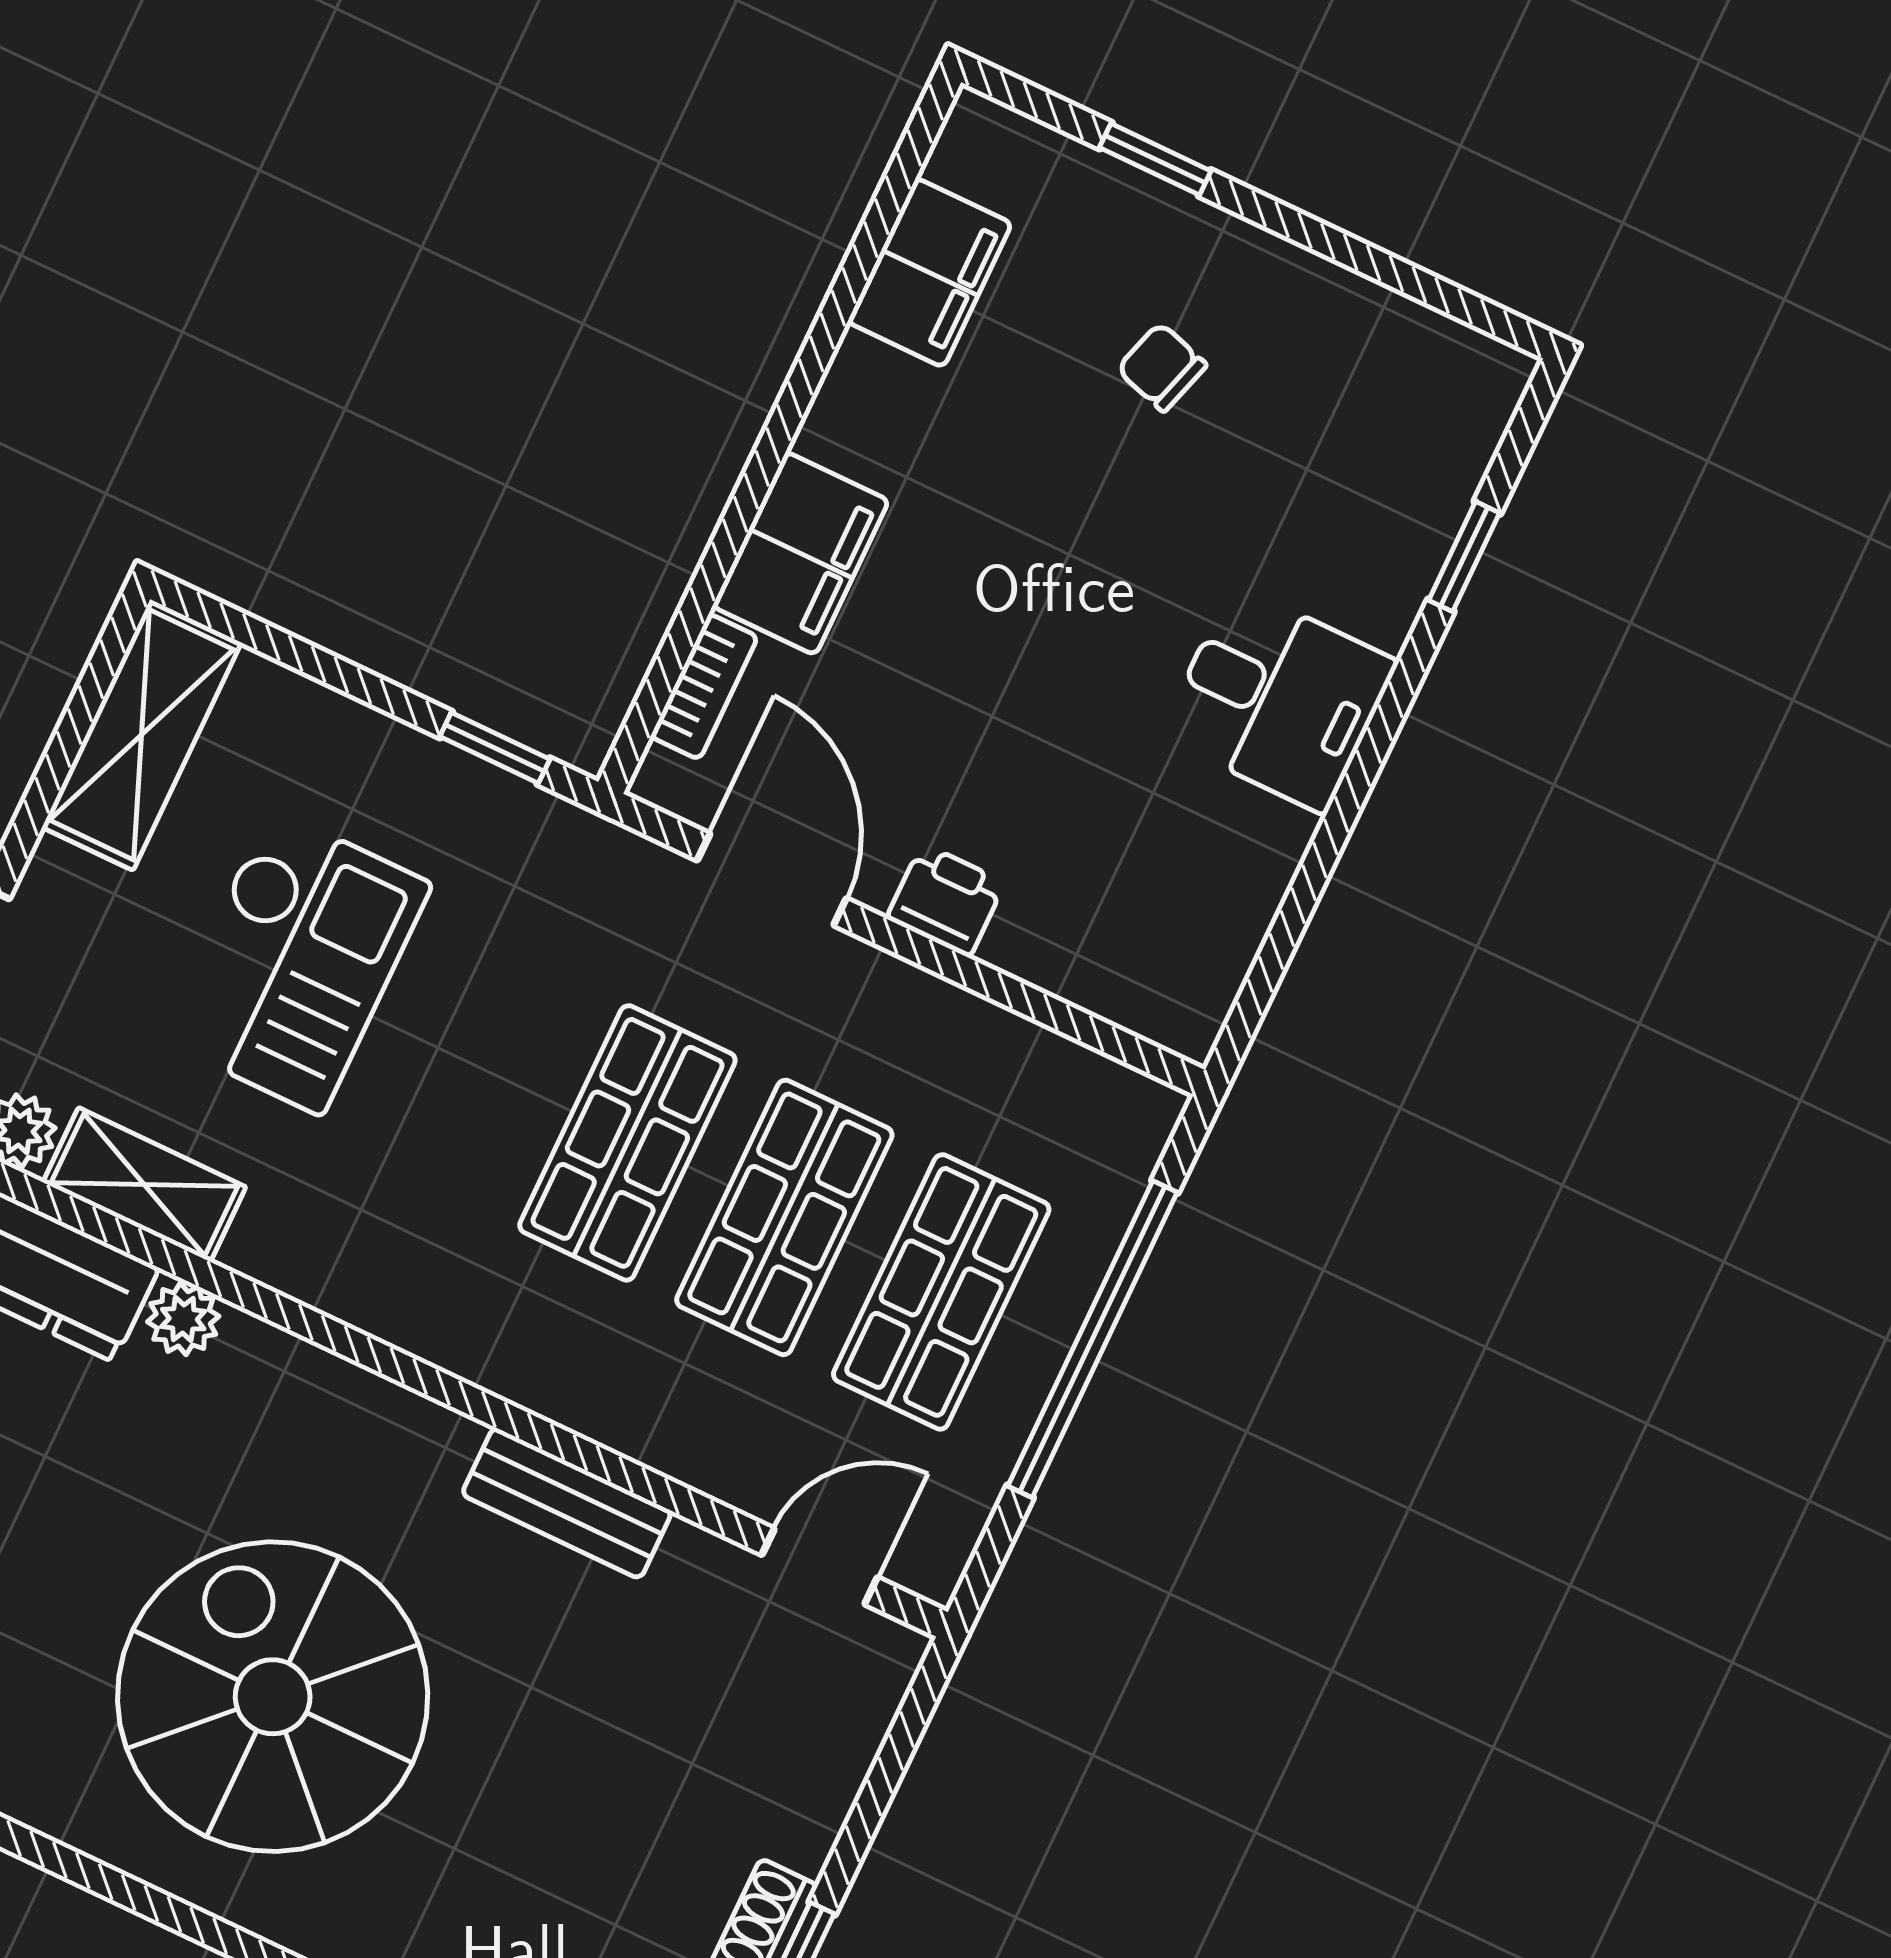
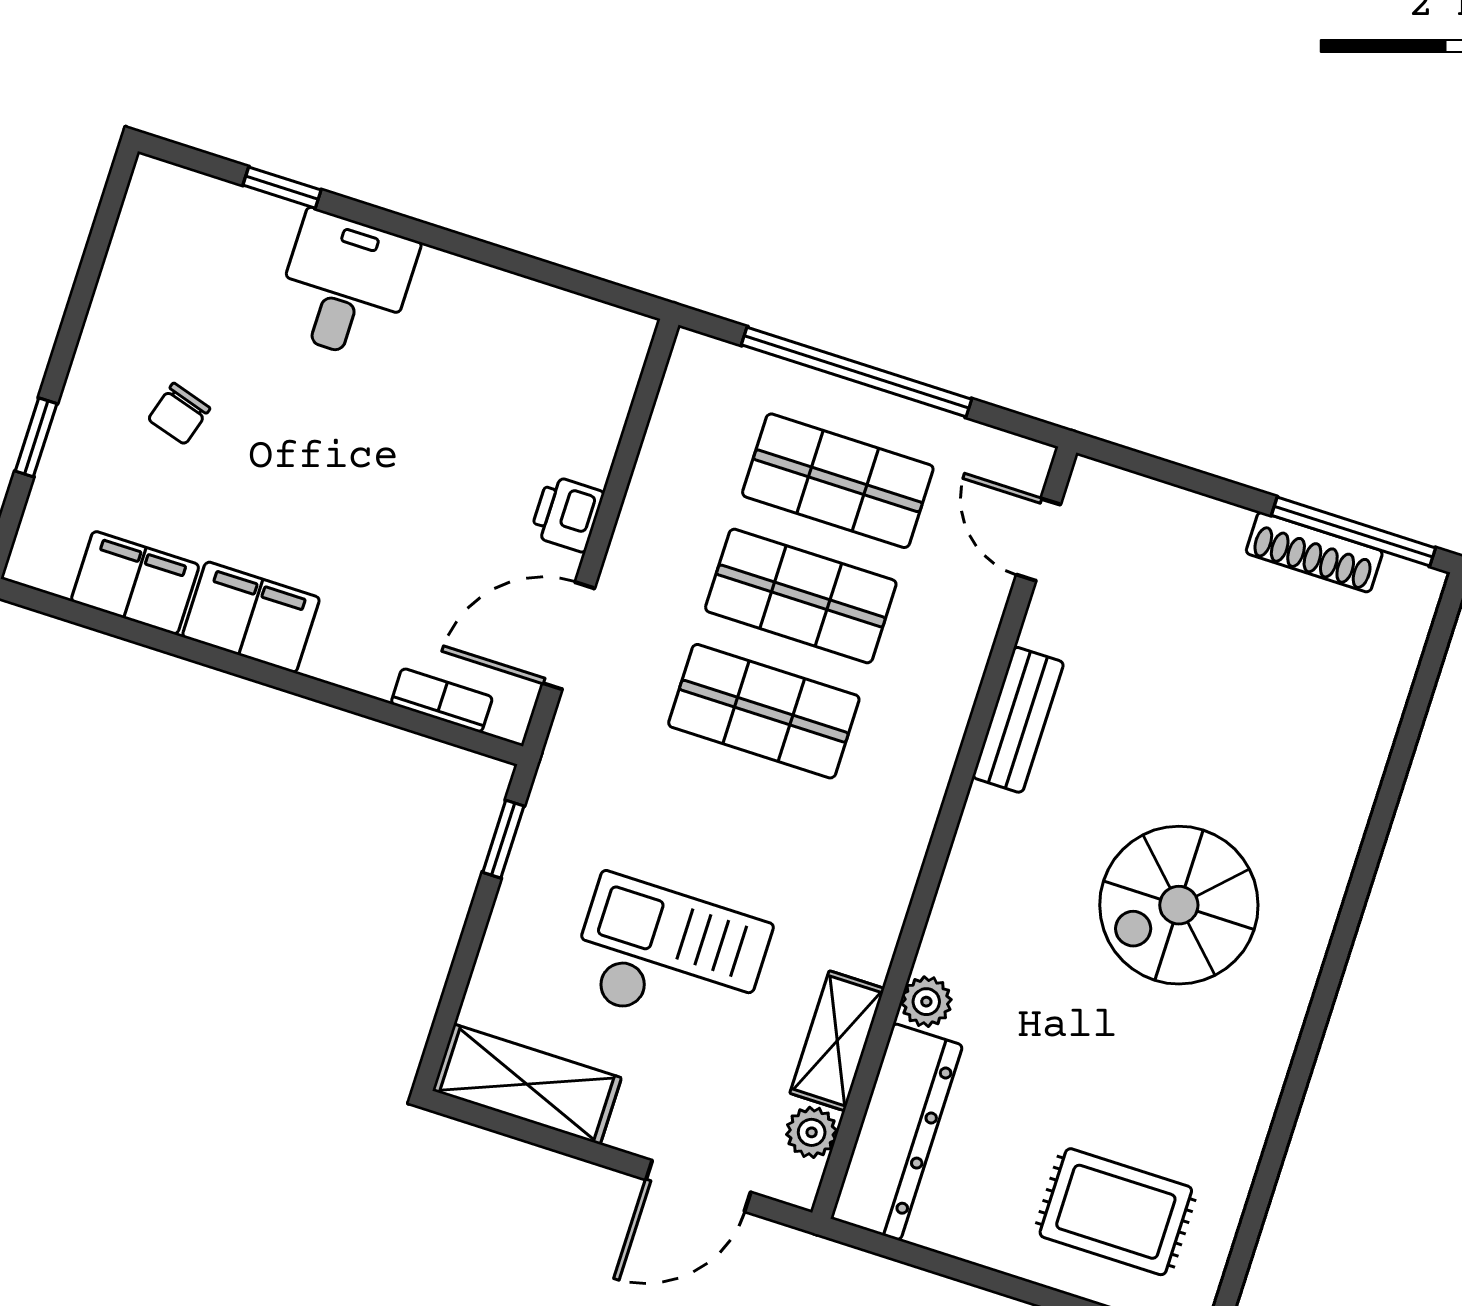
filing cabinet: (800, 553) -> (251, 617), moved
desk: (1279, 699) -> (345, 286), moved
spiral stairs: (273, 1697) -> (1179, 905), width x0.73, depth x0.73

